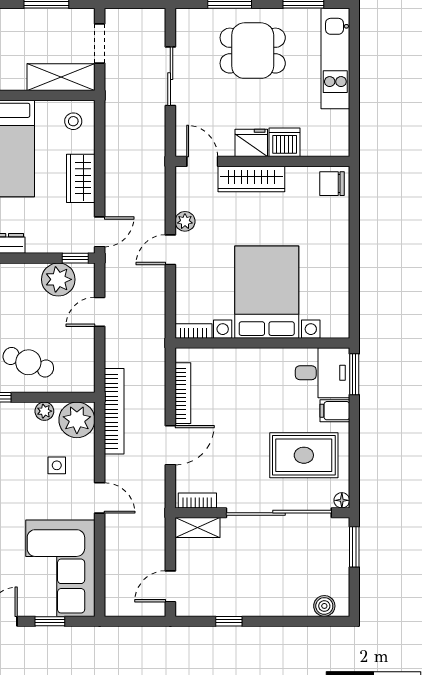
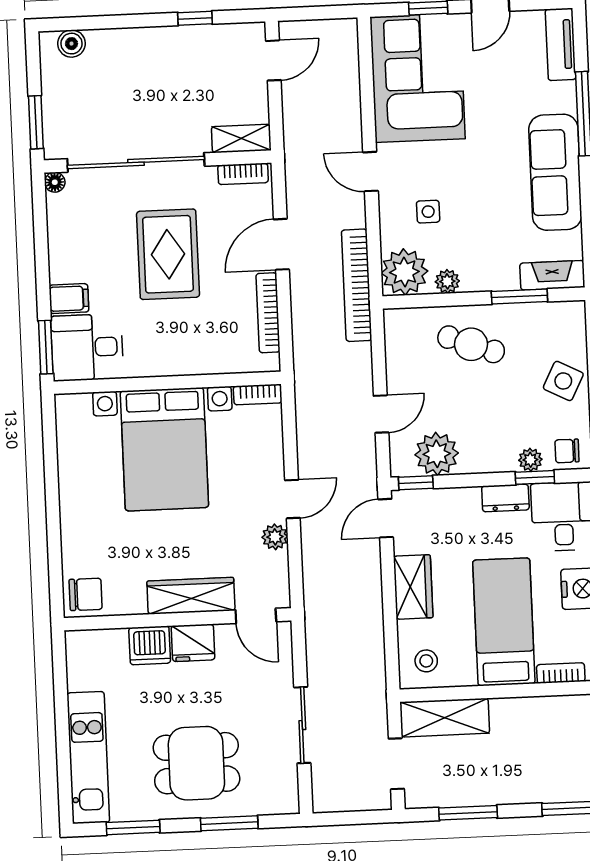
rug: (304, 455) -> (168, 254), moved, turned 90

